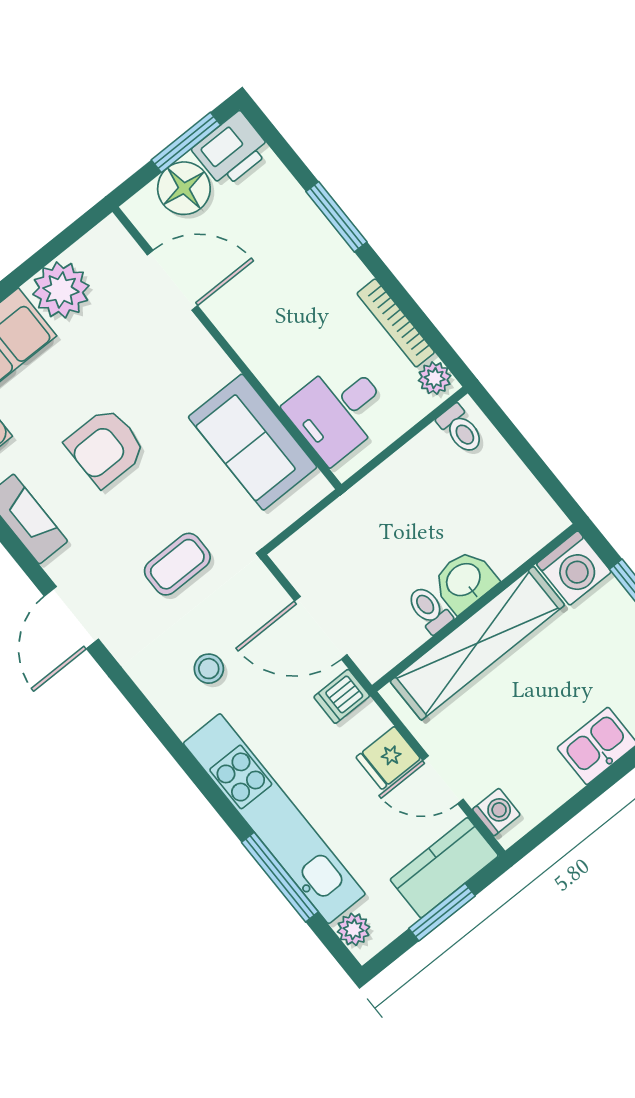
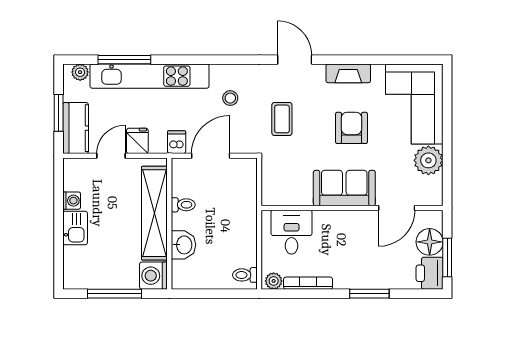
sofa: (253, 442) -> (344, 188), moved
washbasin: (464, 581) -> (183, 245), moved
washing machine: (496, 812) -> (72, 201), moved, turned -90

